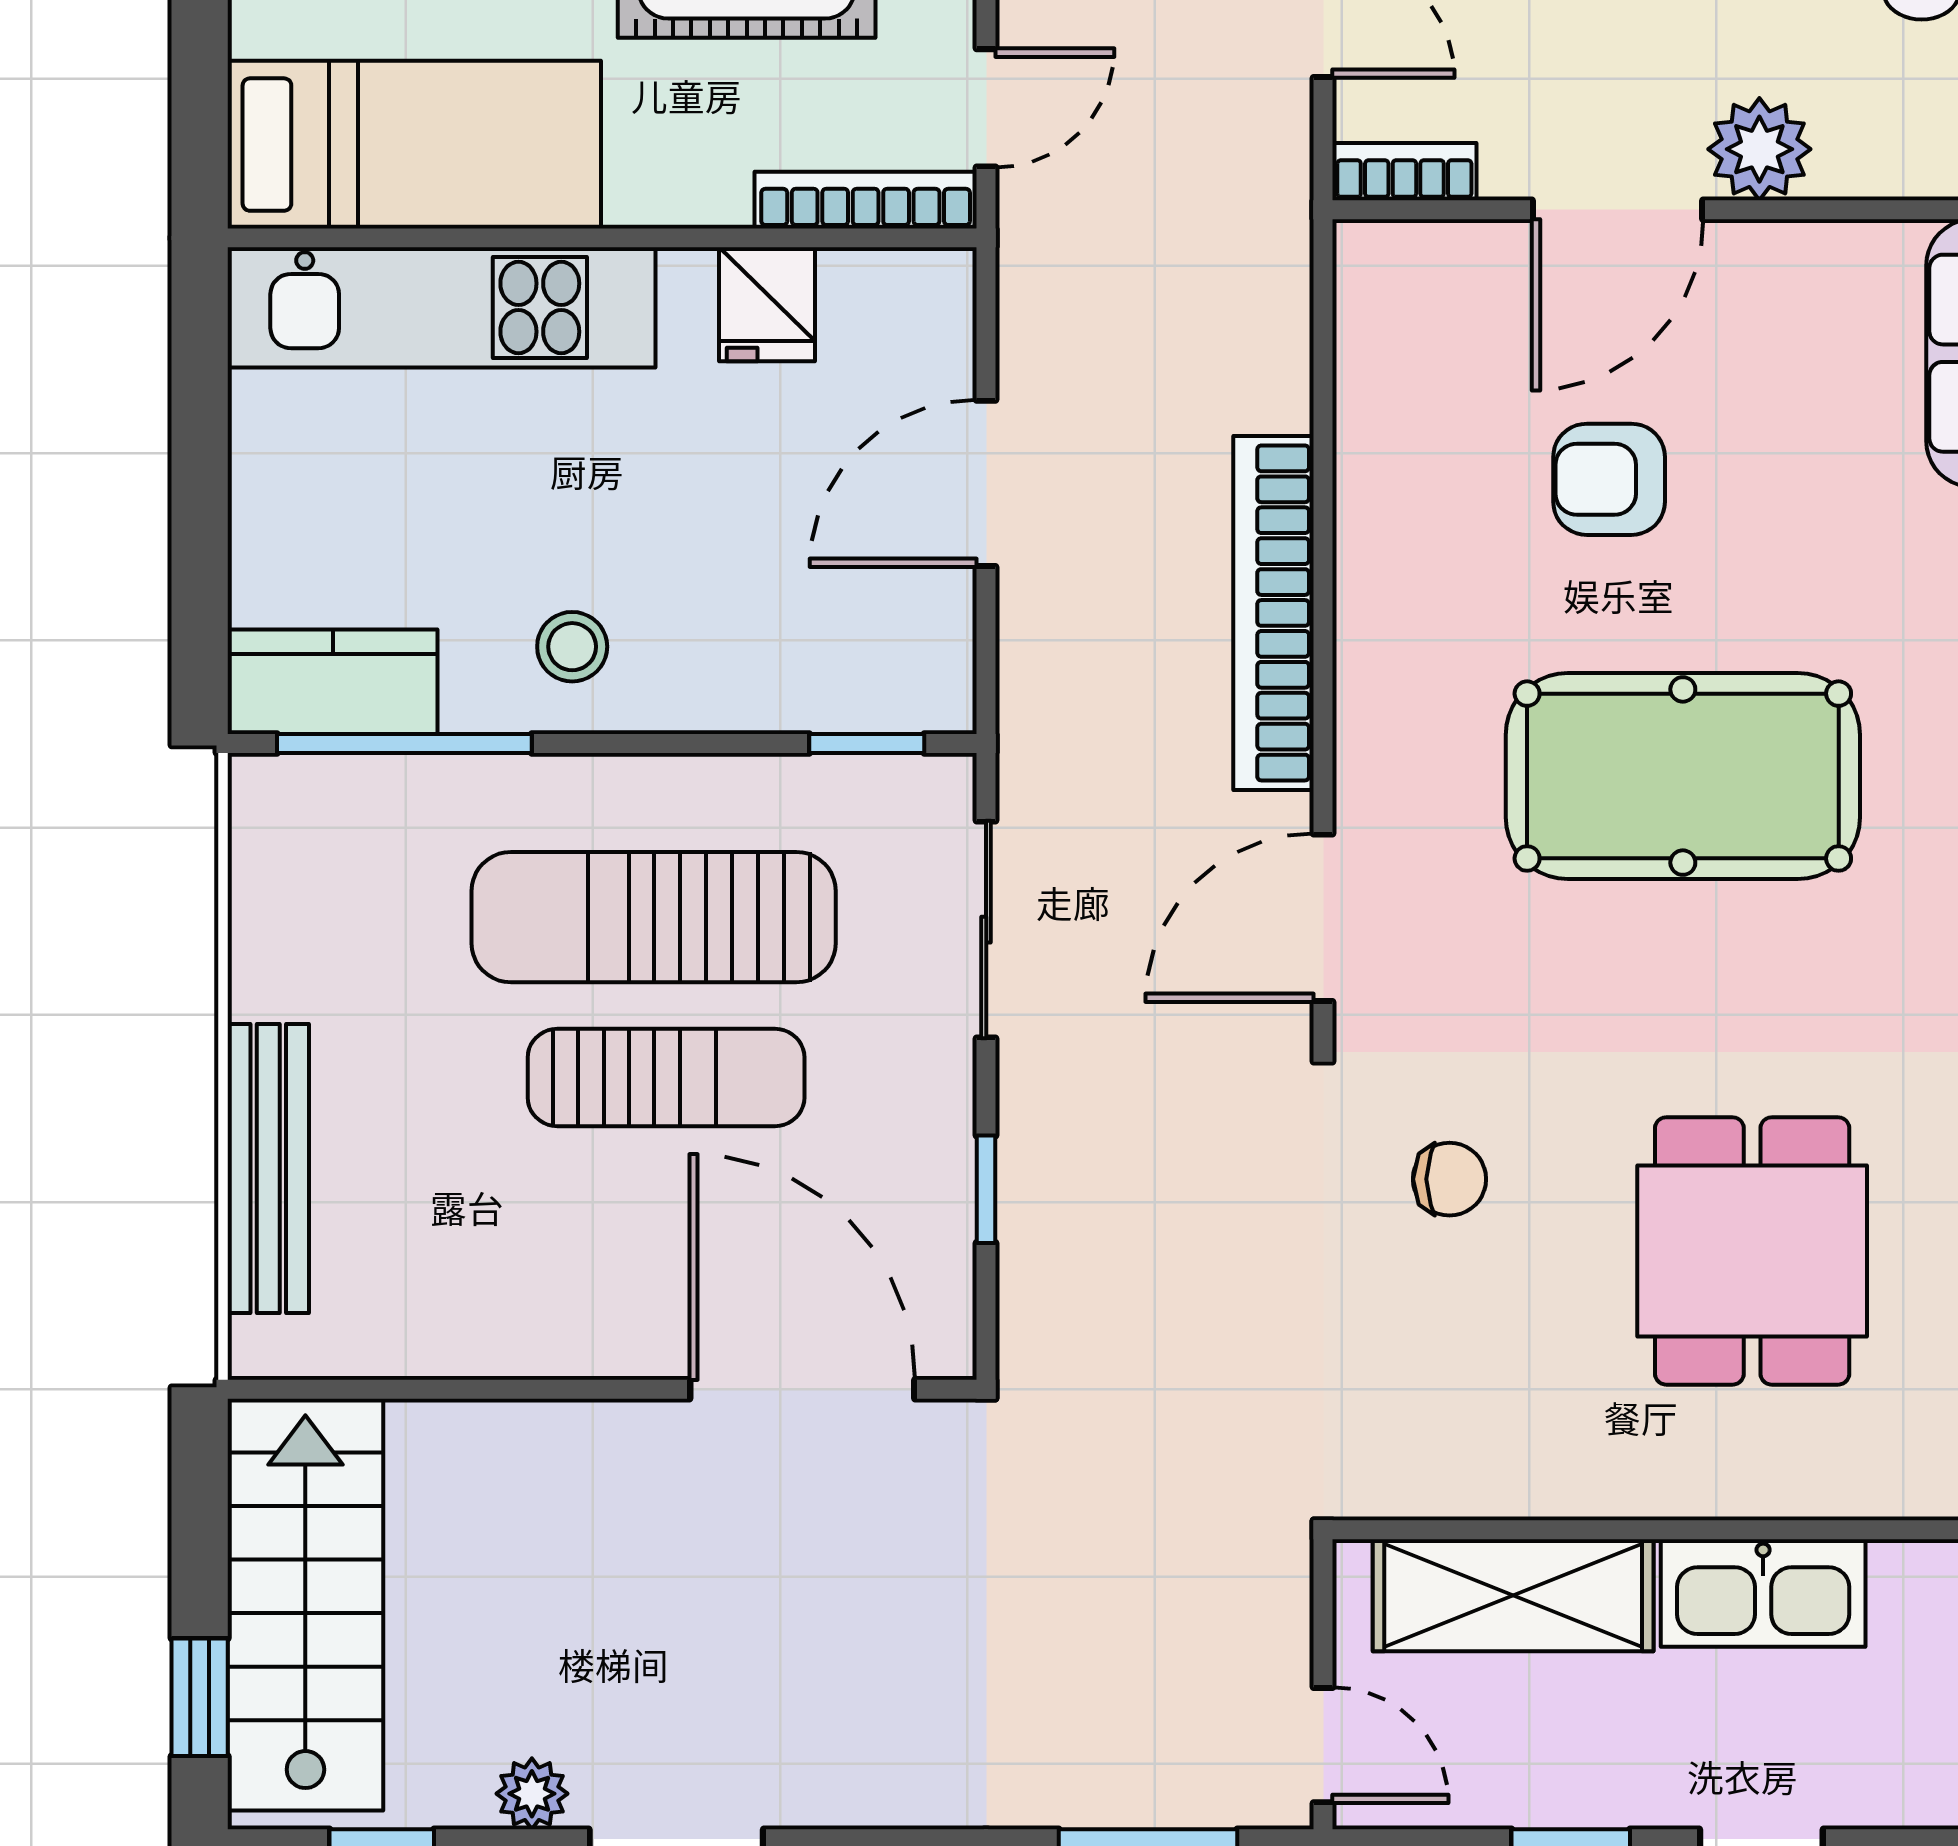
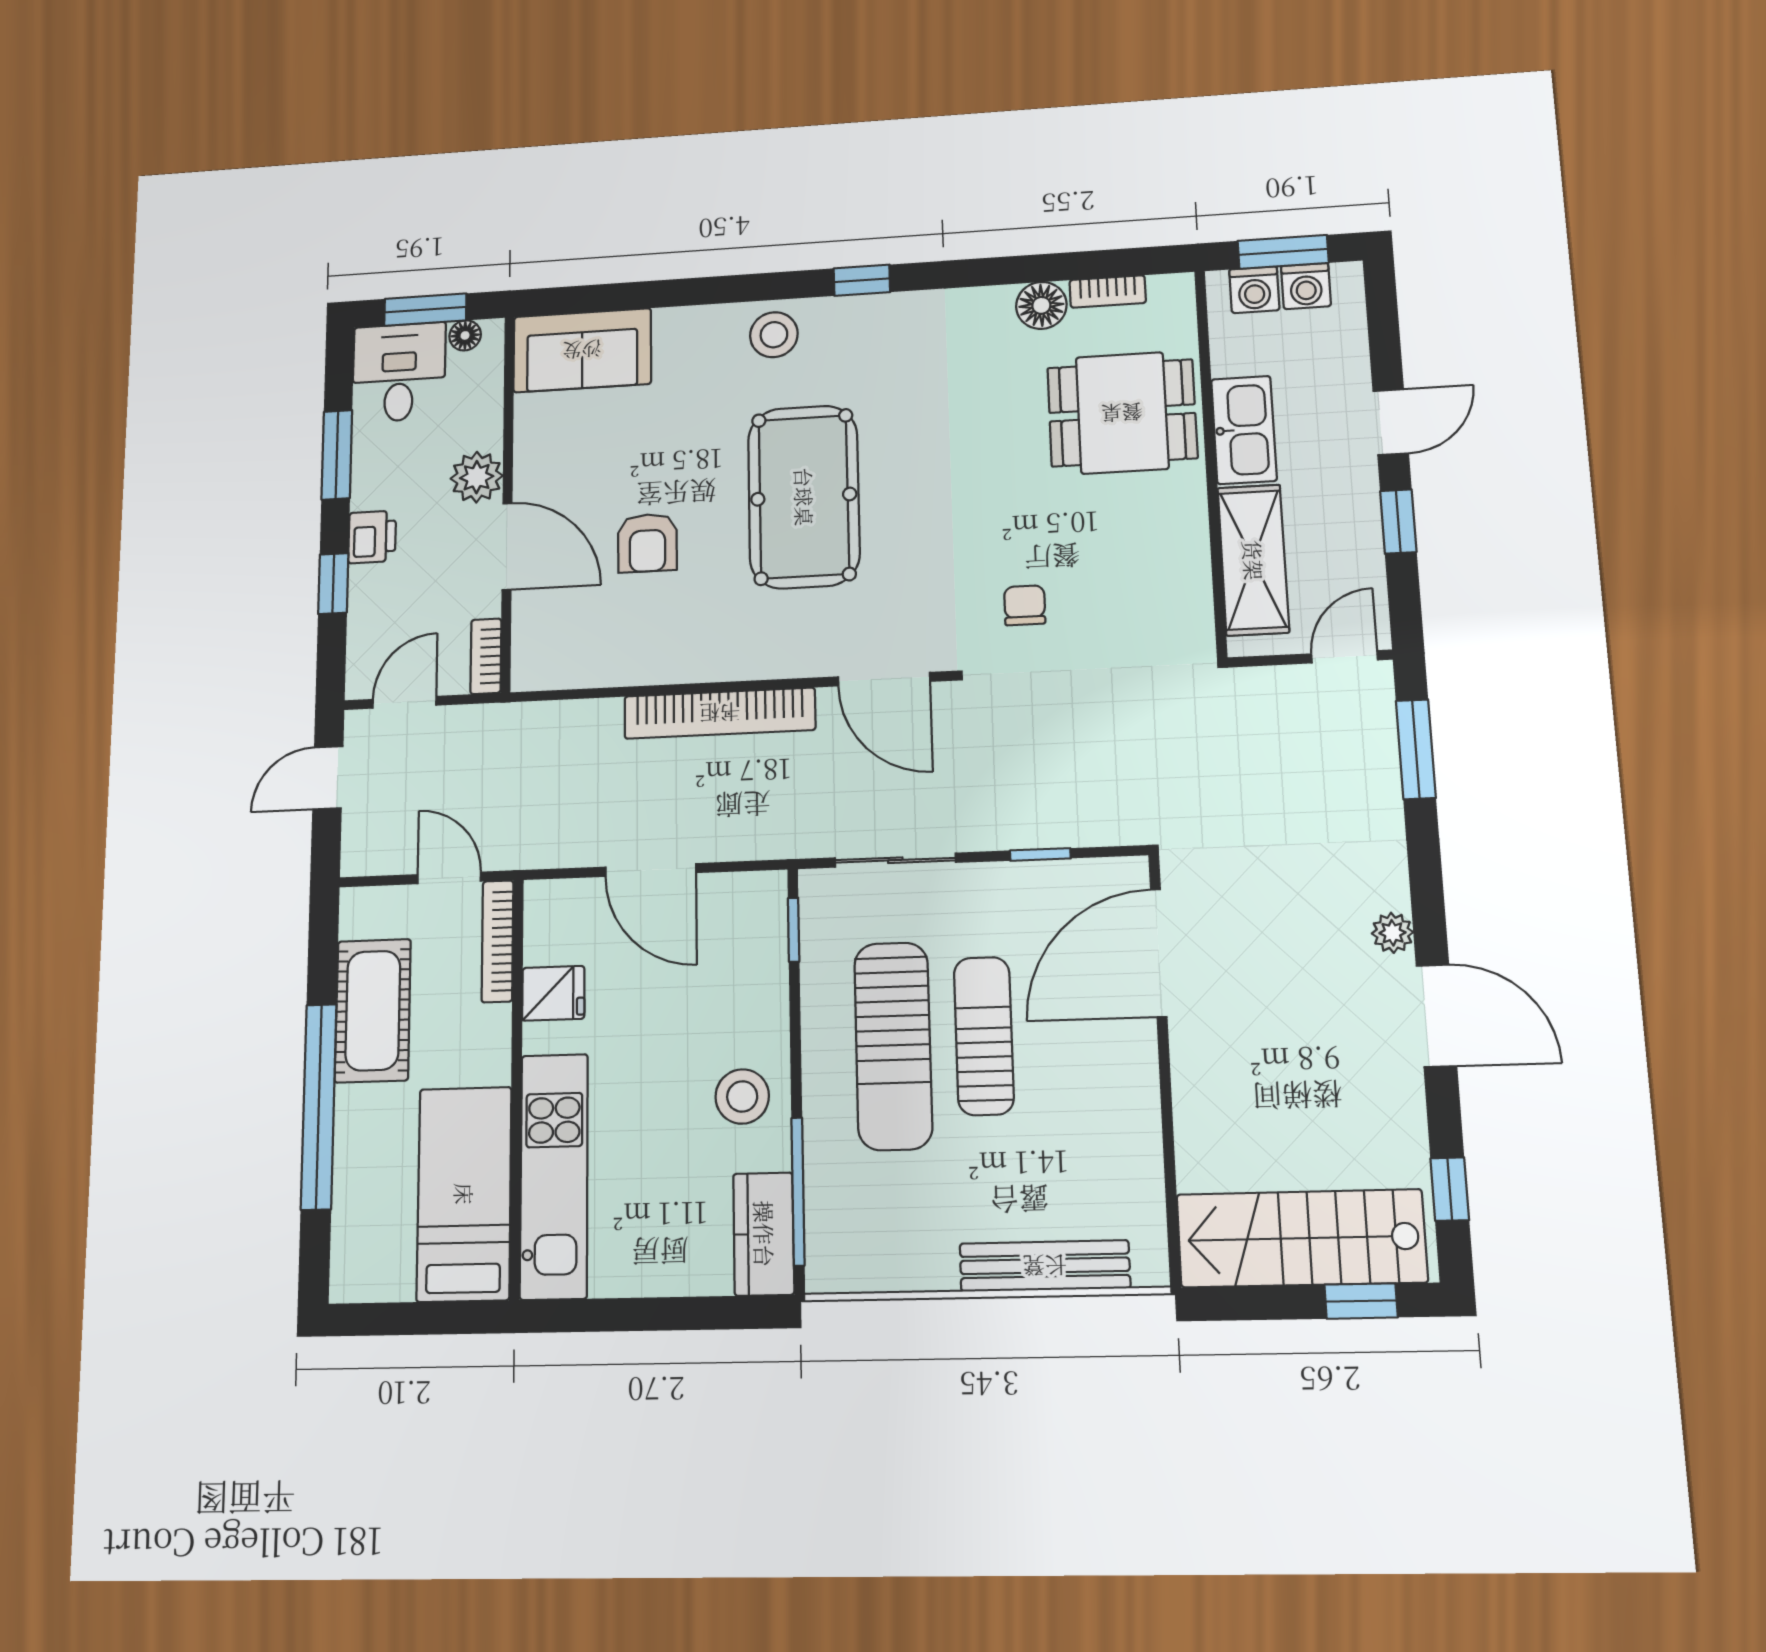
stool: (572, 647) -> (742, 1096), width x1.37, depth x1.37
dining table: (1752, 1251) -> (1122, 413), moved
plant: (532, 1794) -> (1392, 933), moved

